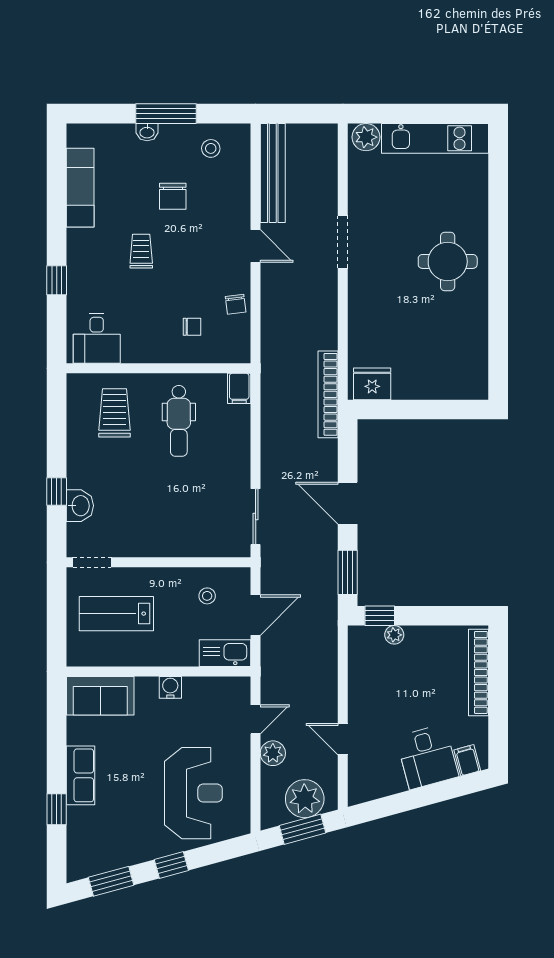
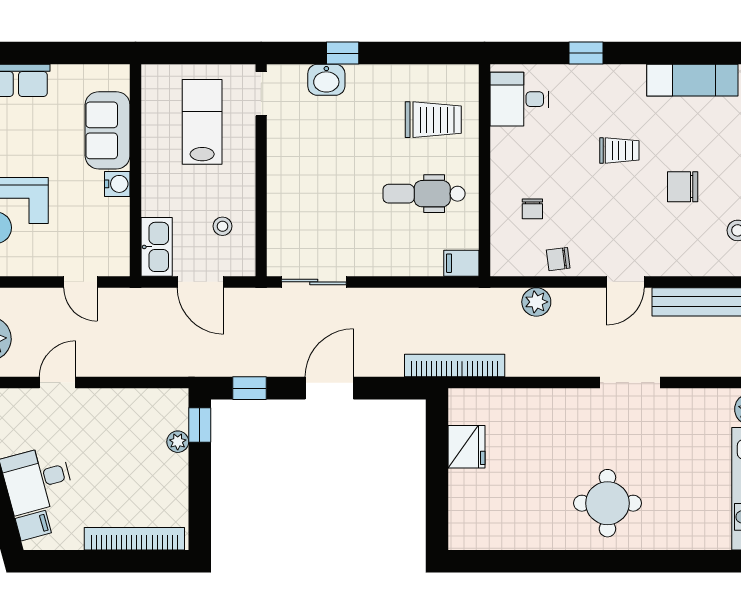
fridge: (372, 384) -> (467, 447), moved
window: (348, 572) -> (250, 388), width x0.67
sofa: (100, 696) -> (108, 130), moved
plant: (273, 753) -> (536, 302), moved

